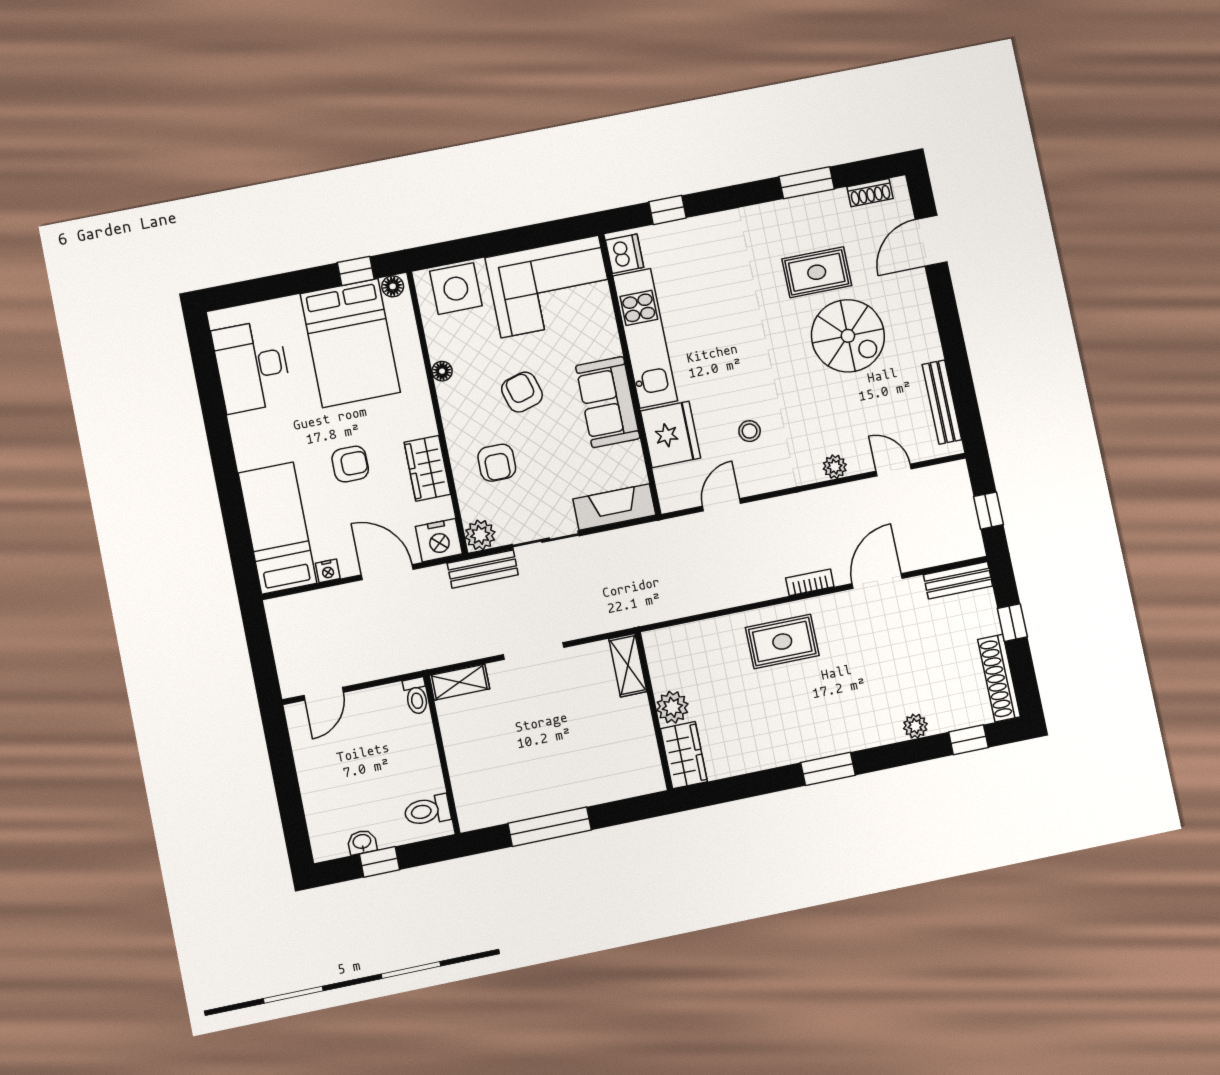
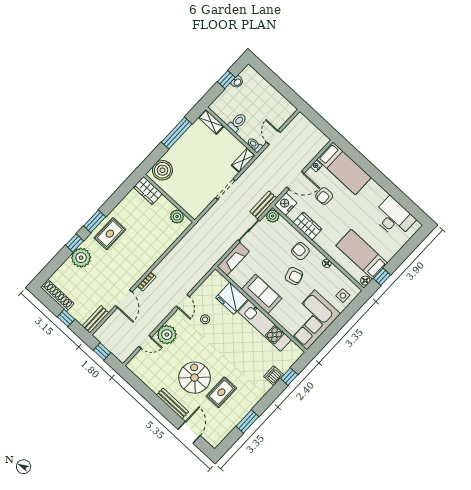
shoe rack: (870, 193) -> (223, 434), removed
dishwasher: (625, 254) -> (274, 376), moved, turned 90
side table: (456, 289) -> (343, 296), width x0.54, depth x0.54
spiral stairs: (848, 336) -> (195, 378), turned 90
bed: (350, 343) -> (362, 254), width x0.67
bench: (942, 402) -> (172, 403), moved
armchair: (497, 463) -> (300, 251), moved
armchair: (350, 464) -> (324, 196), moved
plant: (835, 467) -> (167, 335), width x1.88, depth x1.88
door: (722, 505) -> (183, 301), moved
rug: (782, 642) -> (110, 234), moved
shelving: (628, 665) -> (211, 122), moved
door: (324, 694) -> (274, 137), moved
plant: (672, 707) -> (177, 217), moved
plant: (915, 726) -> (81, 258), width x1.88, depth x1.88
window: (968, 740) -> (74, 243), moved
boiler: (628, 774) -> (162, 170), added
toilet: (427, 811) -> (237, 122), moved

